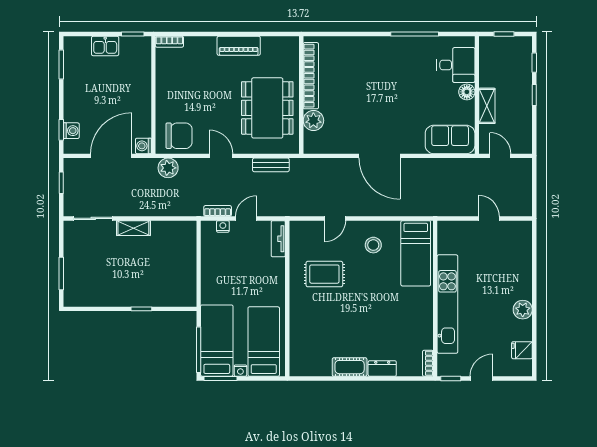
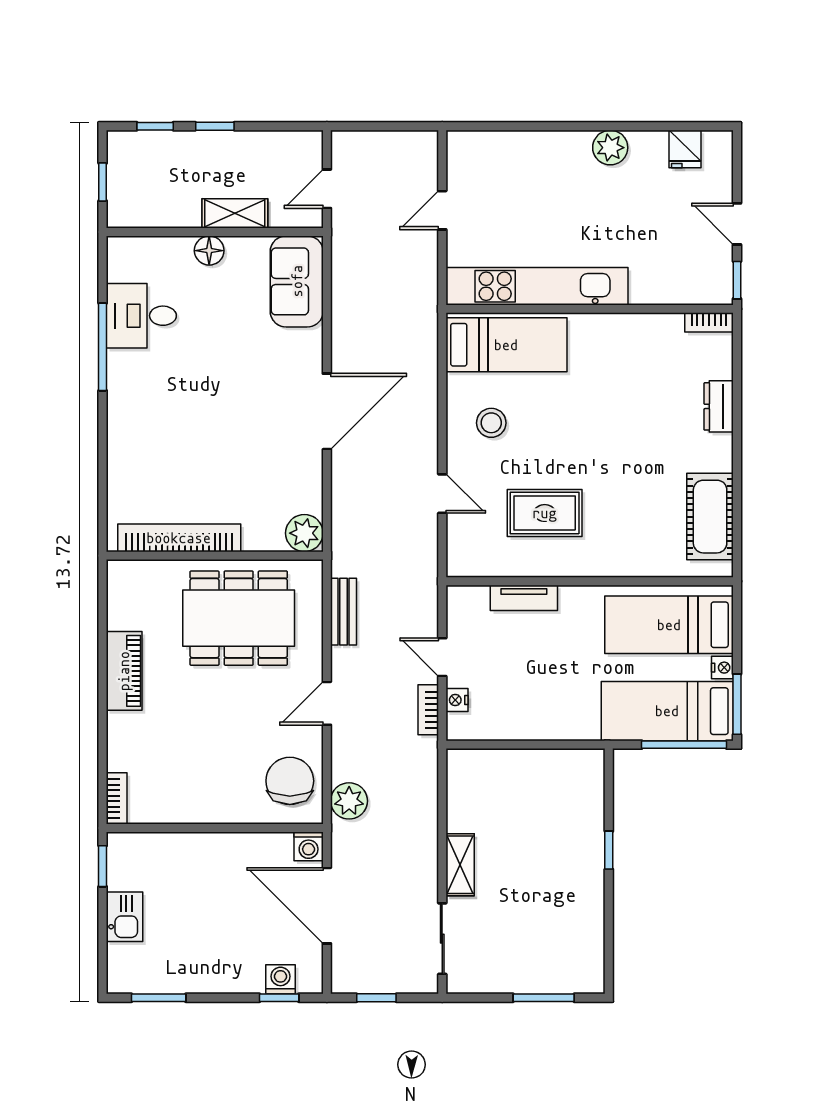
desk: (456, 65) -> (141, 316), moved, turned -90
plant: (313, 121) -> (304, 533), moved
tv unit: (278, 239) -> (524, 598), moved
rug: (324, 274) -> (545, 513), turned 90
kitchen unit: (447, 304) -> (537, 286), moved
cot: (350, 367) -> (710, 517), moved, width x1.37, depth x1.34

